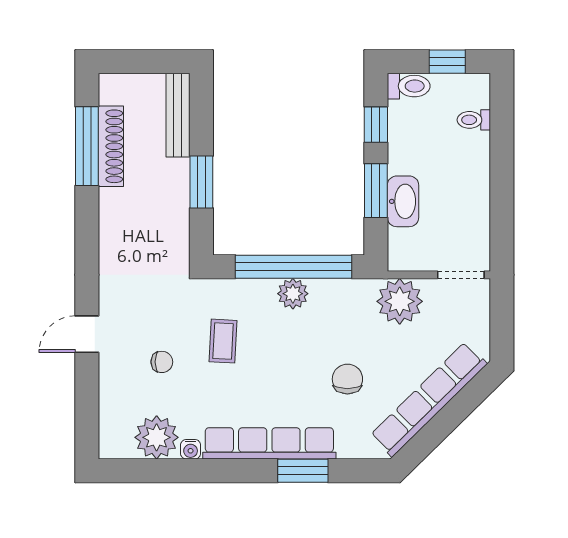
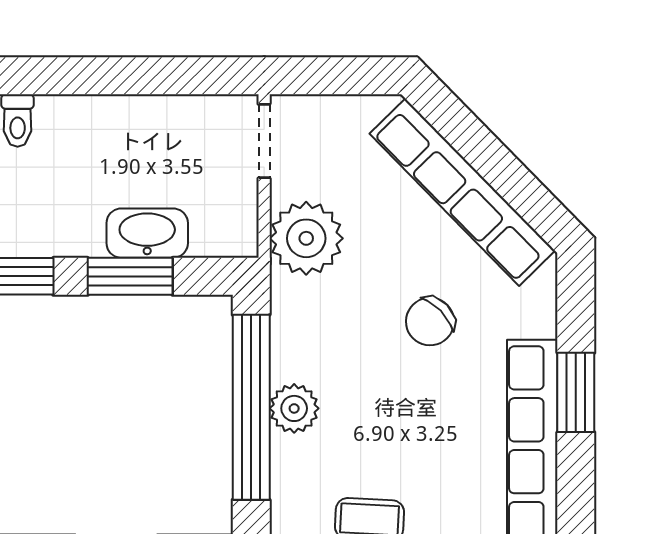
chair: (347, 379) -> (430, 322), turned -44

